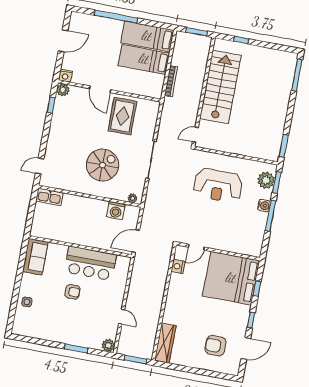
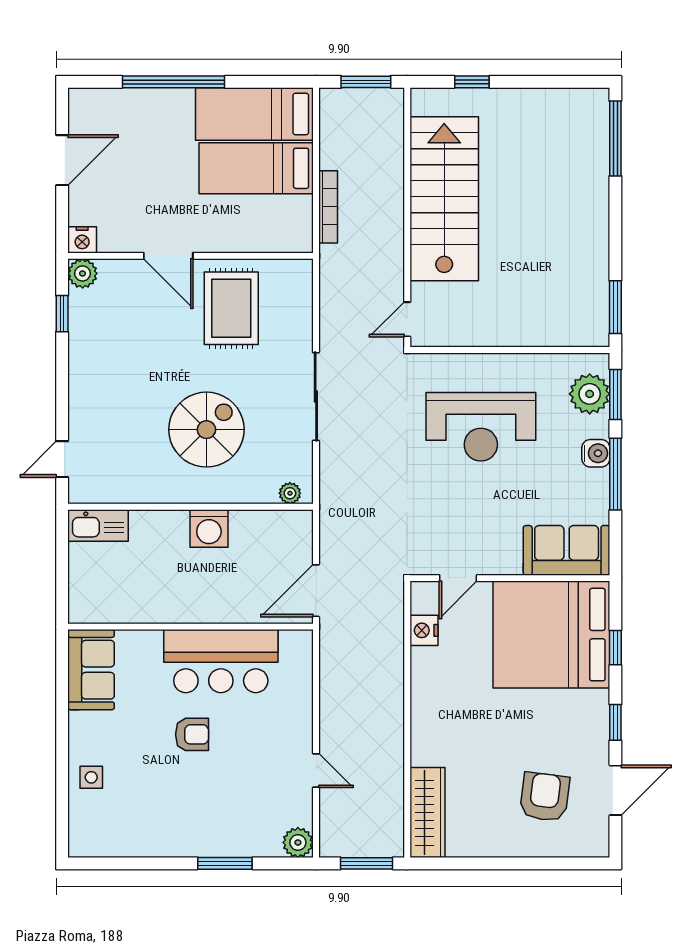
washing machine: (116, 211) -> (209, 529), moved
sofa: (244, 244) -> (567, 550), added
armchair: (216, 346) -> (545, 797), turned 97

